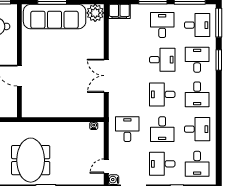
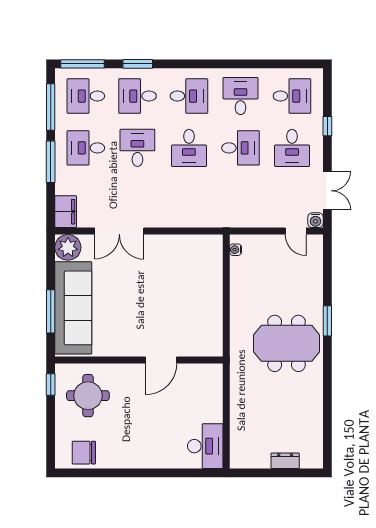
desk: (197, 25) -> (86, 96), turned -90
double door: (106, 76) -> (119, 231), moved
desk: (127, 129) -> (241, 200), removed

